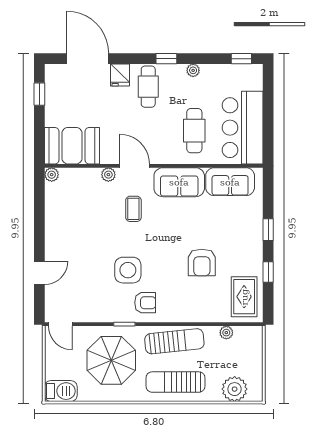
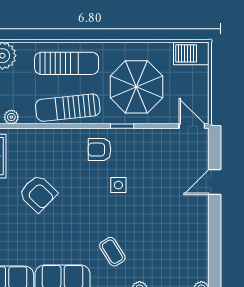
coffee table: (133, 209) -> (112, 252), turned -32
armchair: (202, 262) -> (38, 193), turned 134
side table: (128, 270) -> (118, 185), width x0.54, depth x0.54

